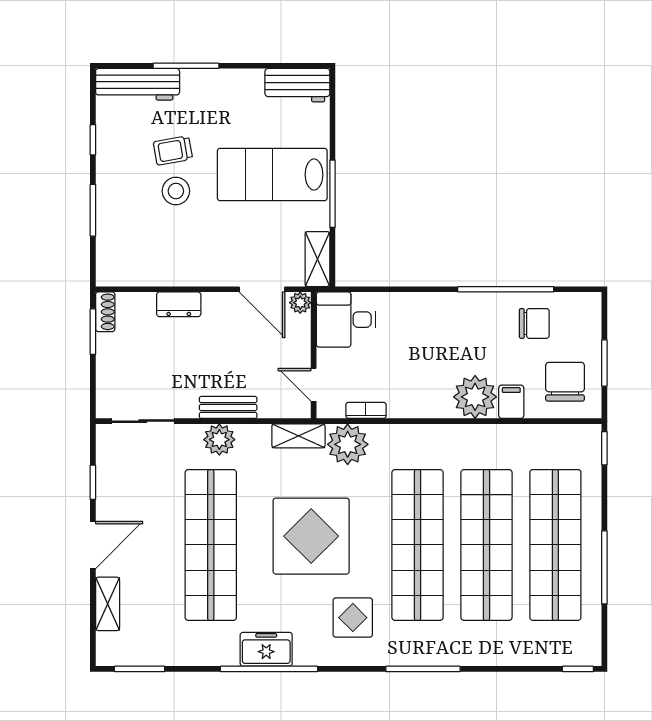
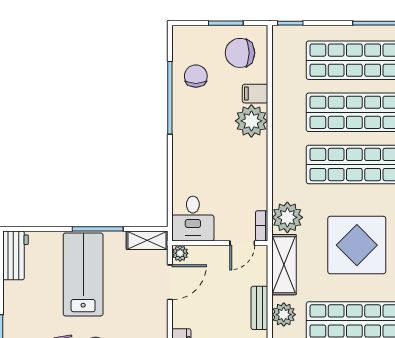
lab bench: (272, 175) -> (83, 274), turned 180
bookcase: (366, 410) -> (262, 226), moved
shelving: (298, 436) -> (284, 265), width x1.50, depth x1.33

